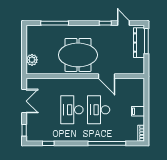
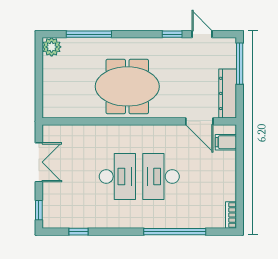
dresser: (139, 43) -> (228, 93), moved
plant: (32, 60) -> (52, 47), moved
door: (107, 76) -> (199, 121), moved
desk: (72, 110) -> (117, 176), turned 180
filing cabinet: (138, 111) -> (226, 142), moved

